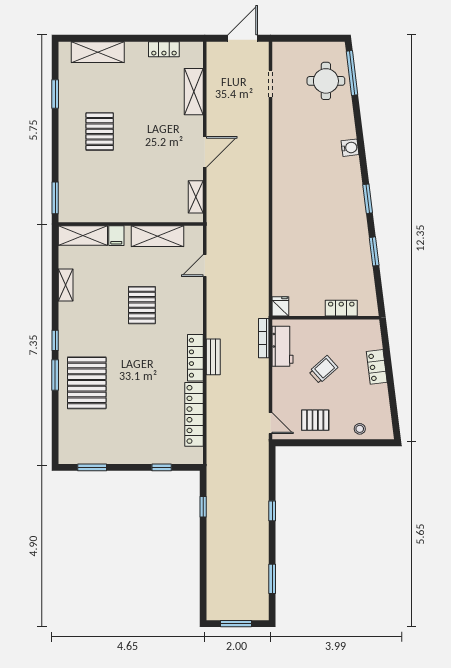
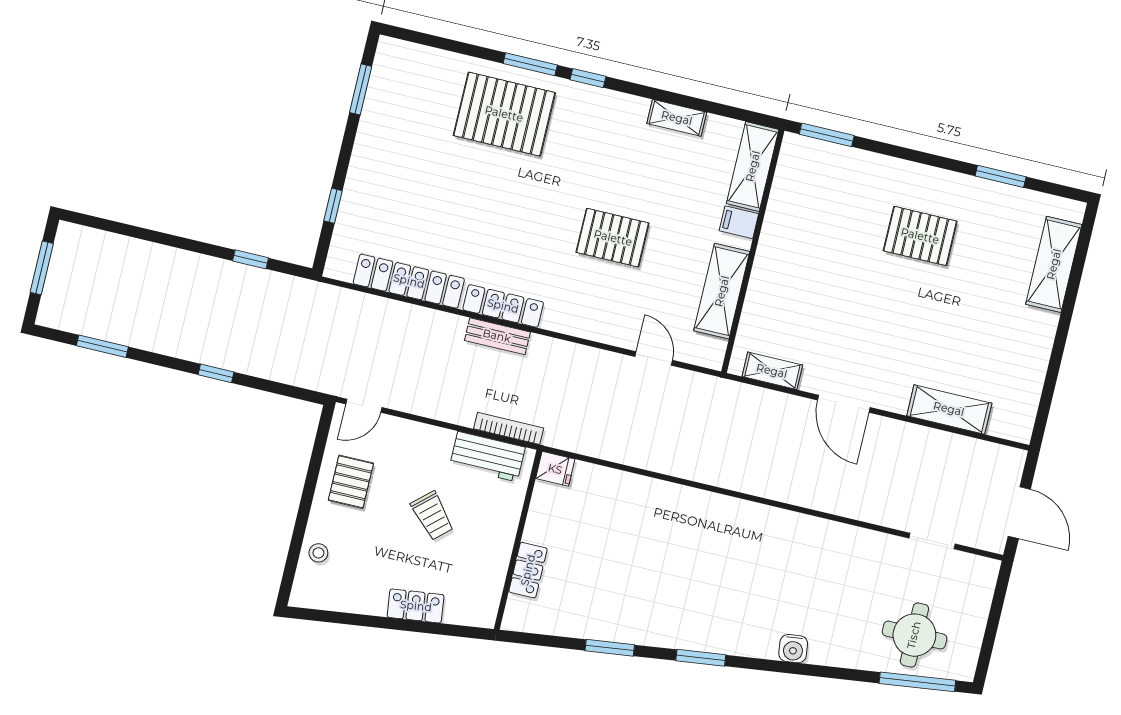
locker: (164, 49) -> (1032, 376), removed

